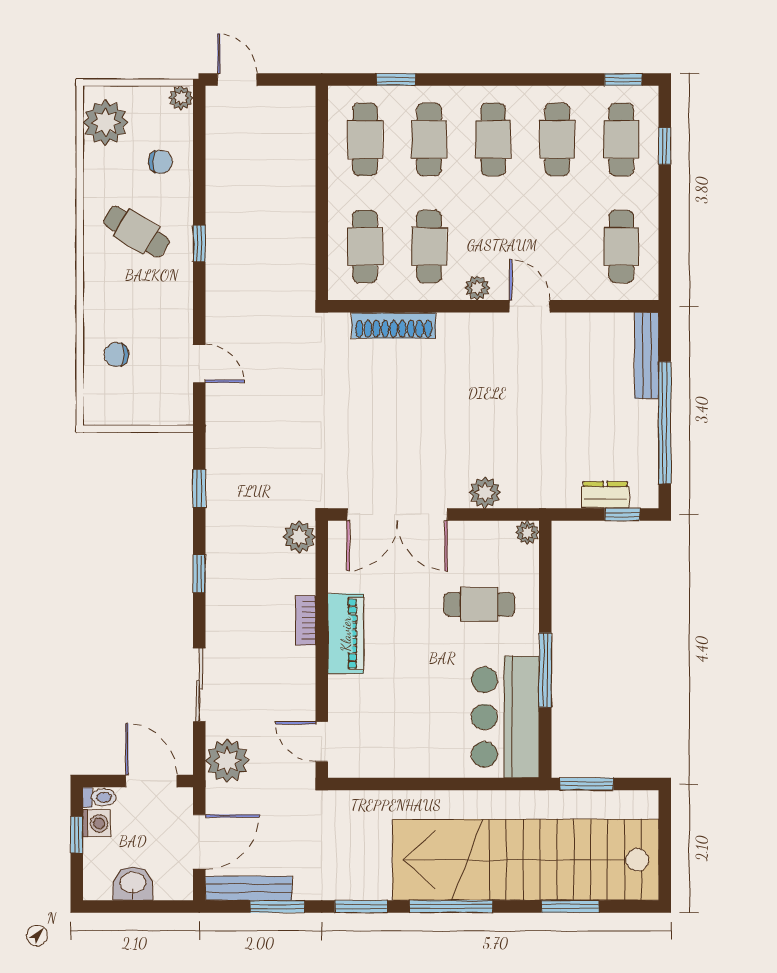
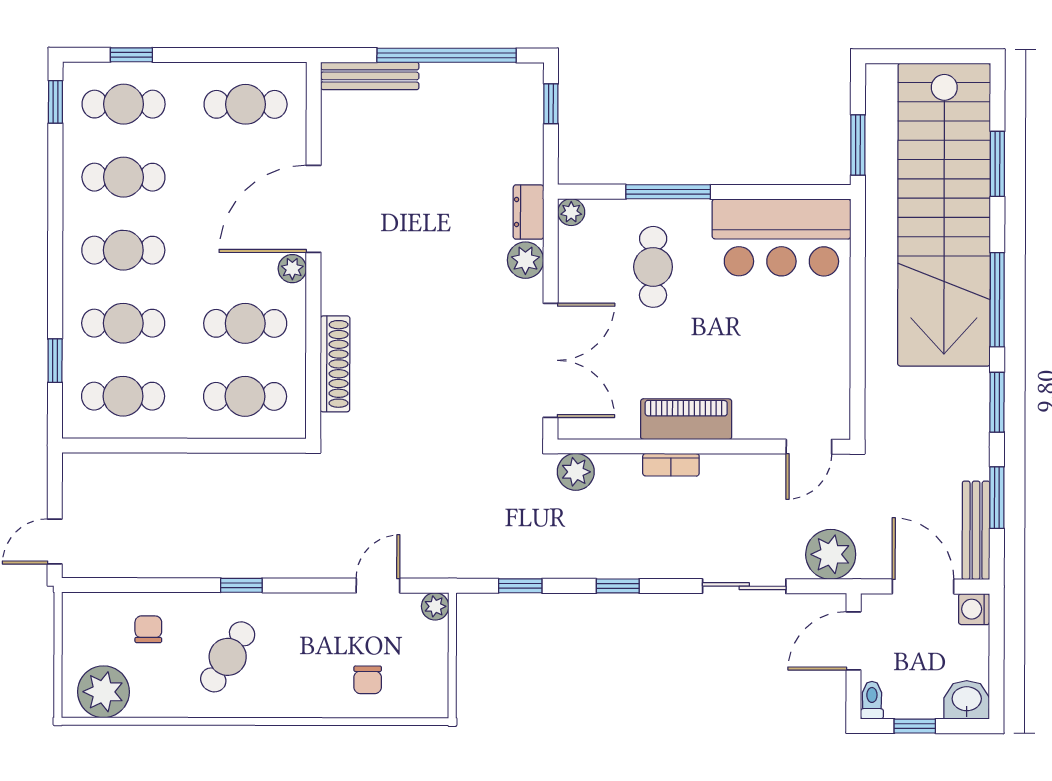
plant: (181, 98) -> (435, 606), moved
door: (530, 306) -> (313, 209), width x1.87
dresser: (605, 495) -> (528, 212), moved
window: (545, 670) -> (668, 192), moved
washing machine: (96, 823) -> (974, 609), moved, turned -90
washbasin: (133, 883) -> (967, 700), moved, turned 90

